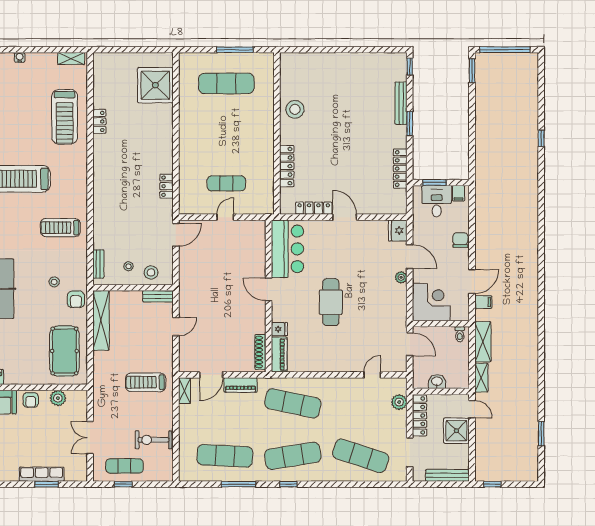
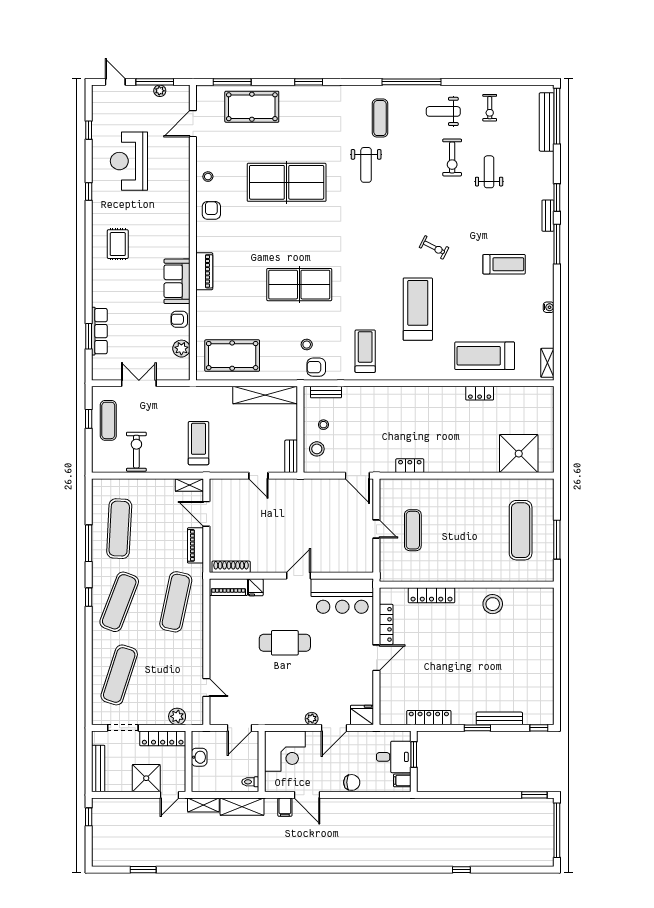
armchair: (76, 299) -> (316, 367), moved
exercise mat: (293, 456) -> (119, 602), turned 30

